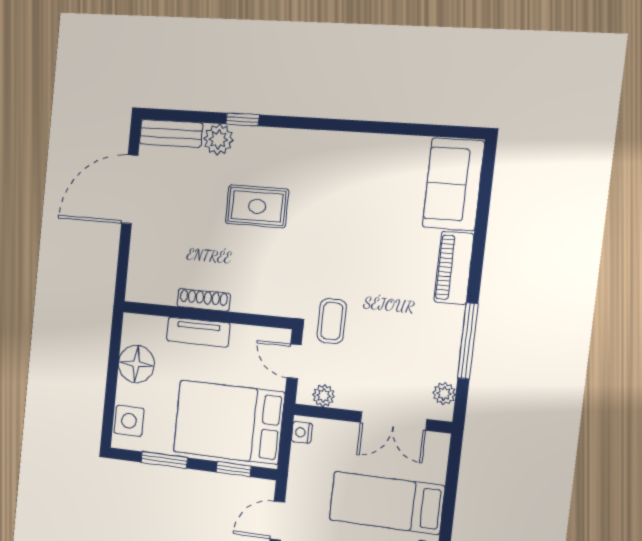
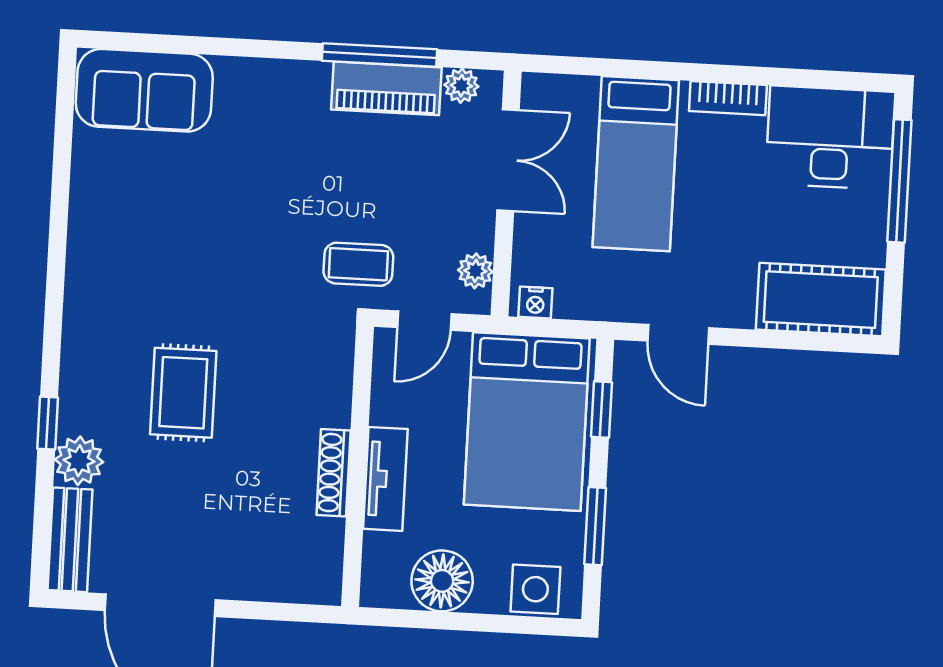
piano: (454, 268) -> (386, 88), moved

